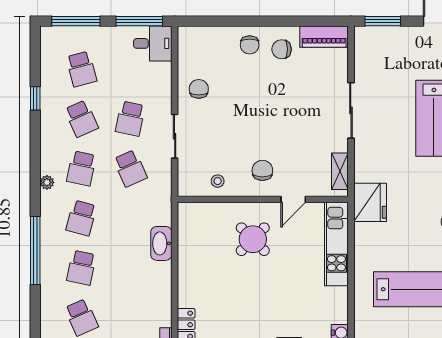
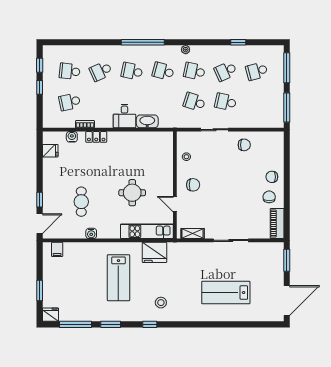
desk: (153, 43) -> (124, 116), moved
school desk: (130, 168) -> (194, 102), turned 42
fridge: (370, 202) -> (154, 252), moved
round table: (253, 239) -> (132, 193), moved, turned 45

